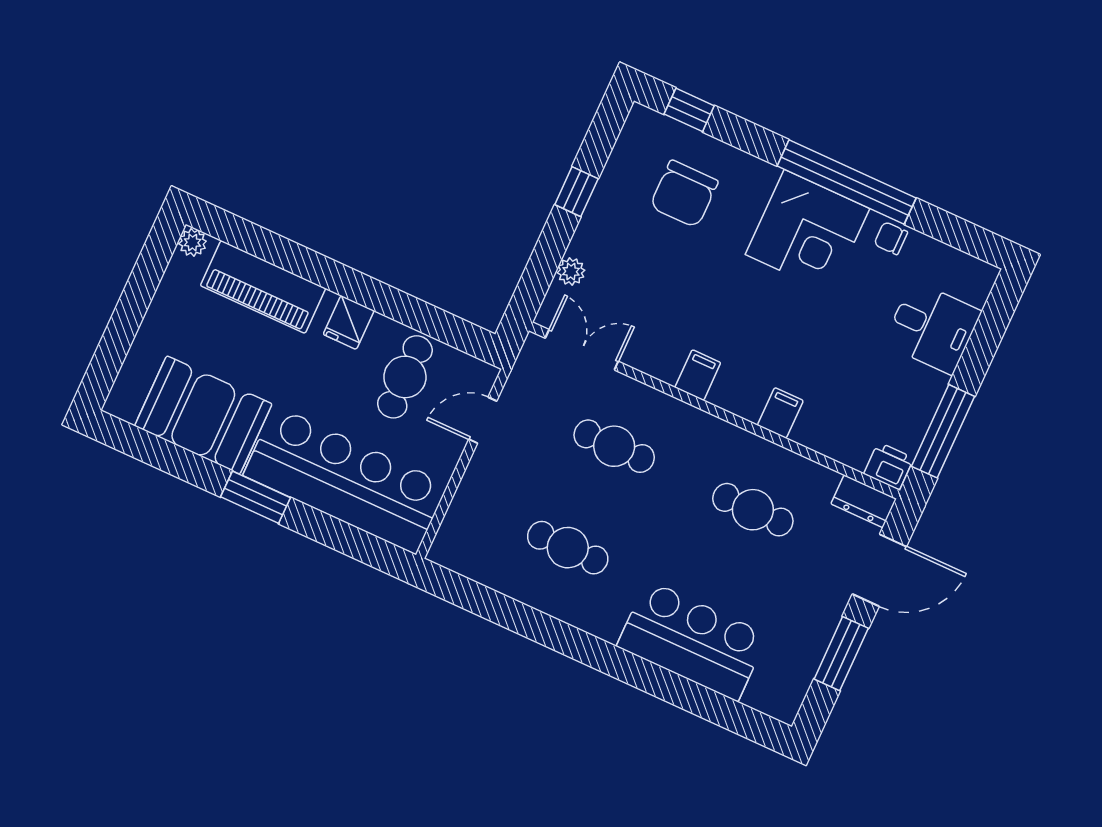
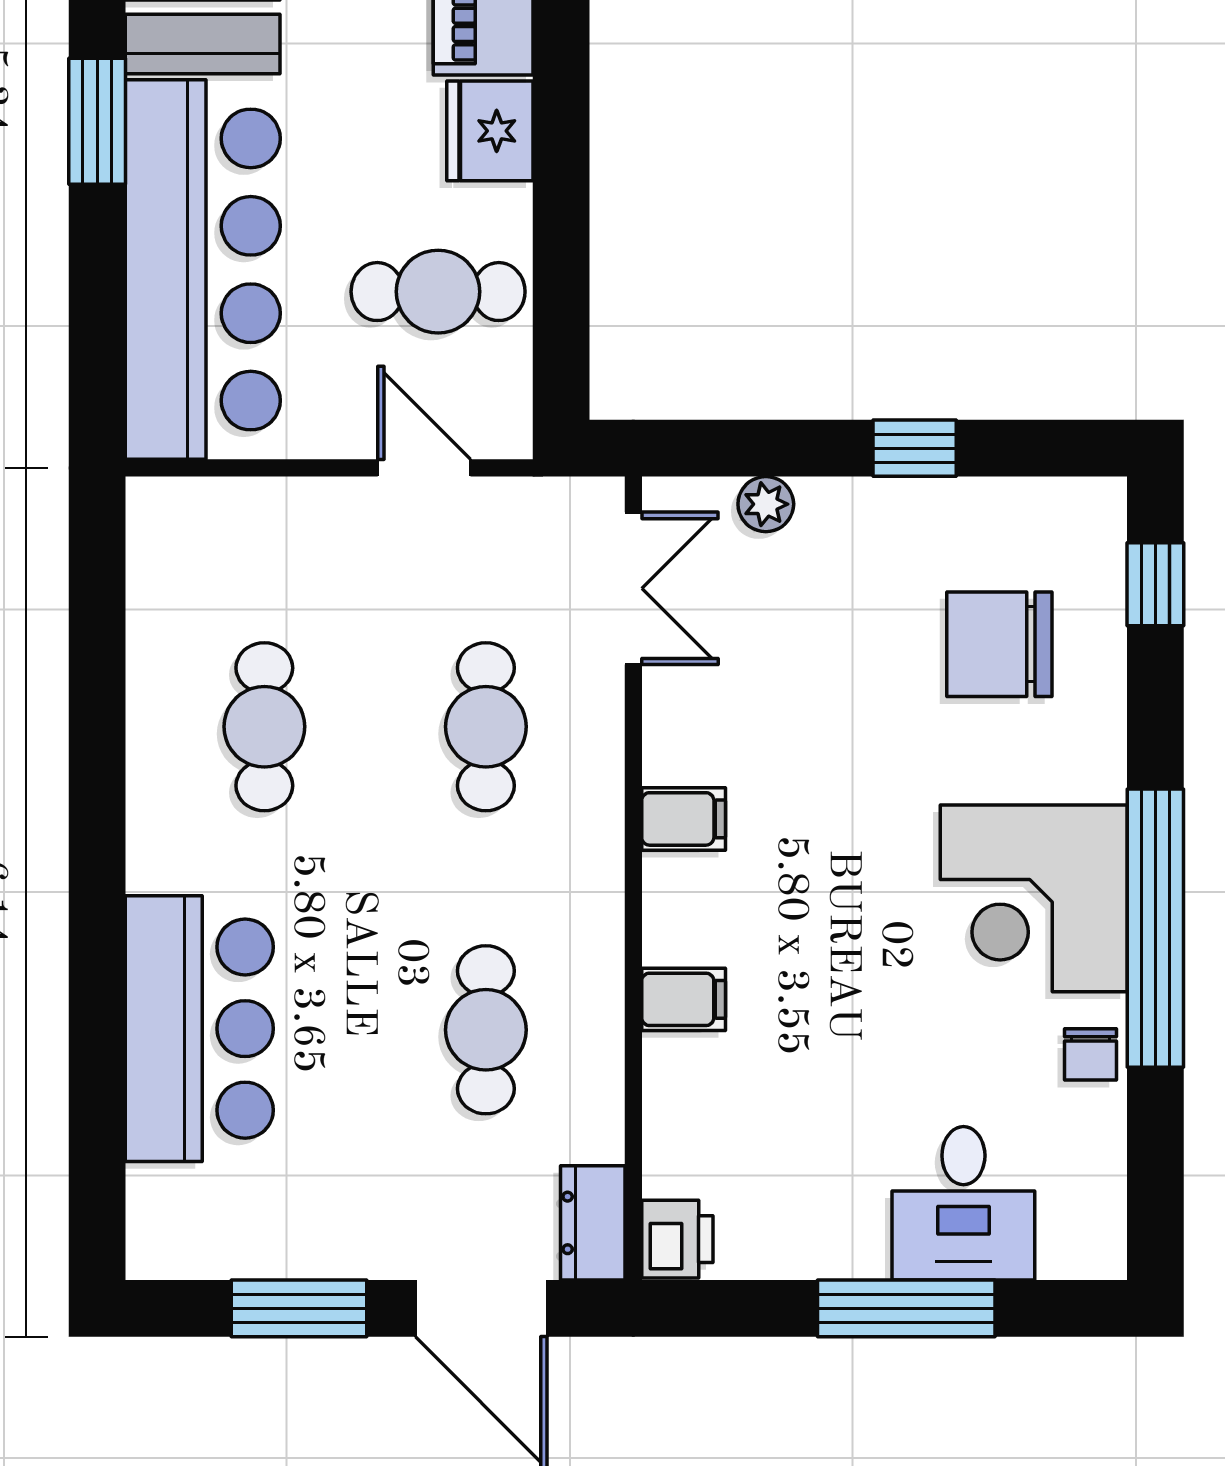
chair: (891, 238) -> (1091, 1054), turned 180
fridge: (349, 322) -> (490, 131), width x1.38
window: (943, 431) -> (906, 1308), moved

